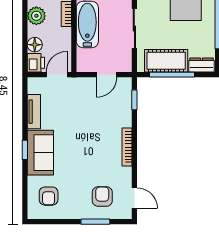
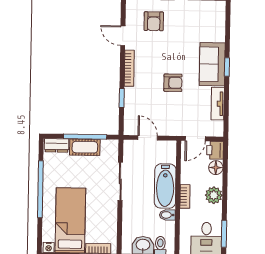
cot: (166, 61) -> (85, 147), width x0.73, depth x0.75
door: (107, 75) -> (148, 138), hinge flipped
window: (134, 100) -> (122, 98), moved
armchair: (49, 196) -> (173, 83), moved, turned 90
door: (134, 198) -> (123, 36), moved

